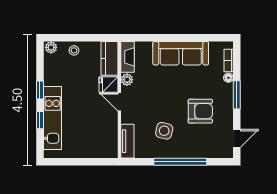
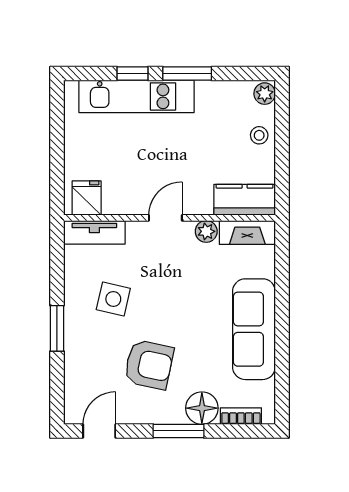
floor lamp: (228, 78) -> (202, 408), width x1.89, depth x1.89
fridge: (108, 85) -> (87, 198), moved
window: (40, 90) -> (187, 74), width x1.50
armchair: (200, 111) -> (149, 365), turned -78
door: (237, 138) -> (99, 431), swing flipped
window: (180, 162) -> (57, 328), width x0.47

